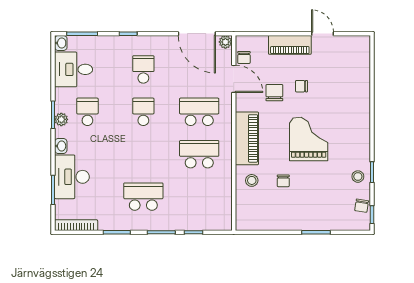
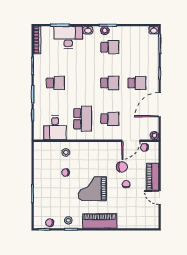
door: (197, 34) -> (160, 105), moved
door: (322, 34) -> (160, 198), swing flipped
desk: (74, 69) -> (55, 128), moved, turned 180
school desk: (199, 112) -> (110, 119), width x0.54
piano: (247, 138) -> (100, 221), moved, turned 180
grand piano: (309, 139) -> (92, 189), turned 180
school desk: (143, 197) -> (55, 83), width x0.54

